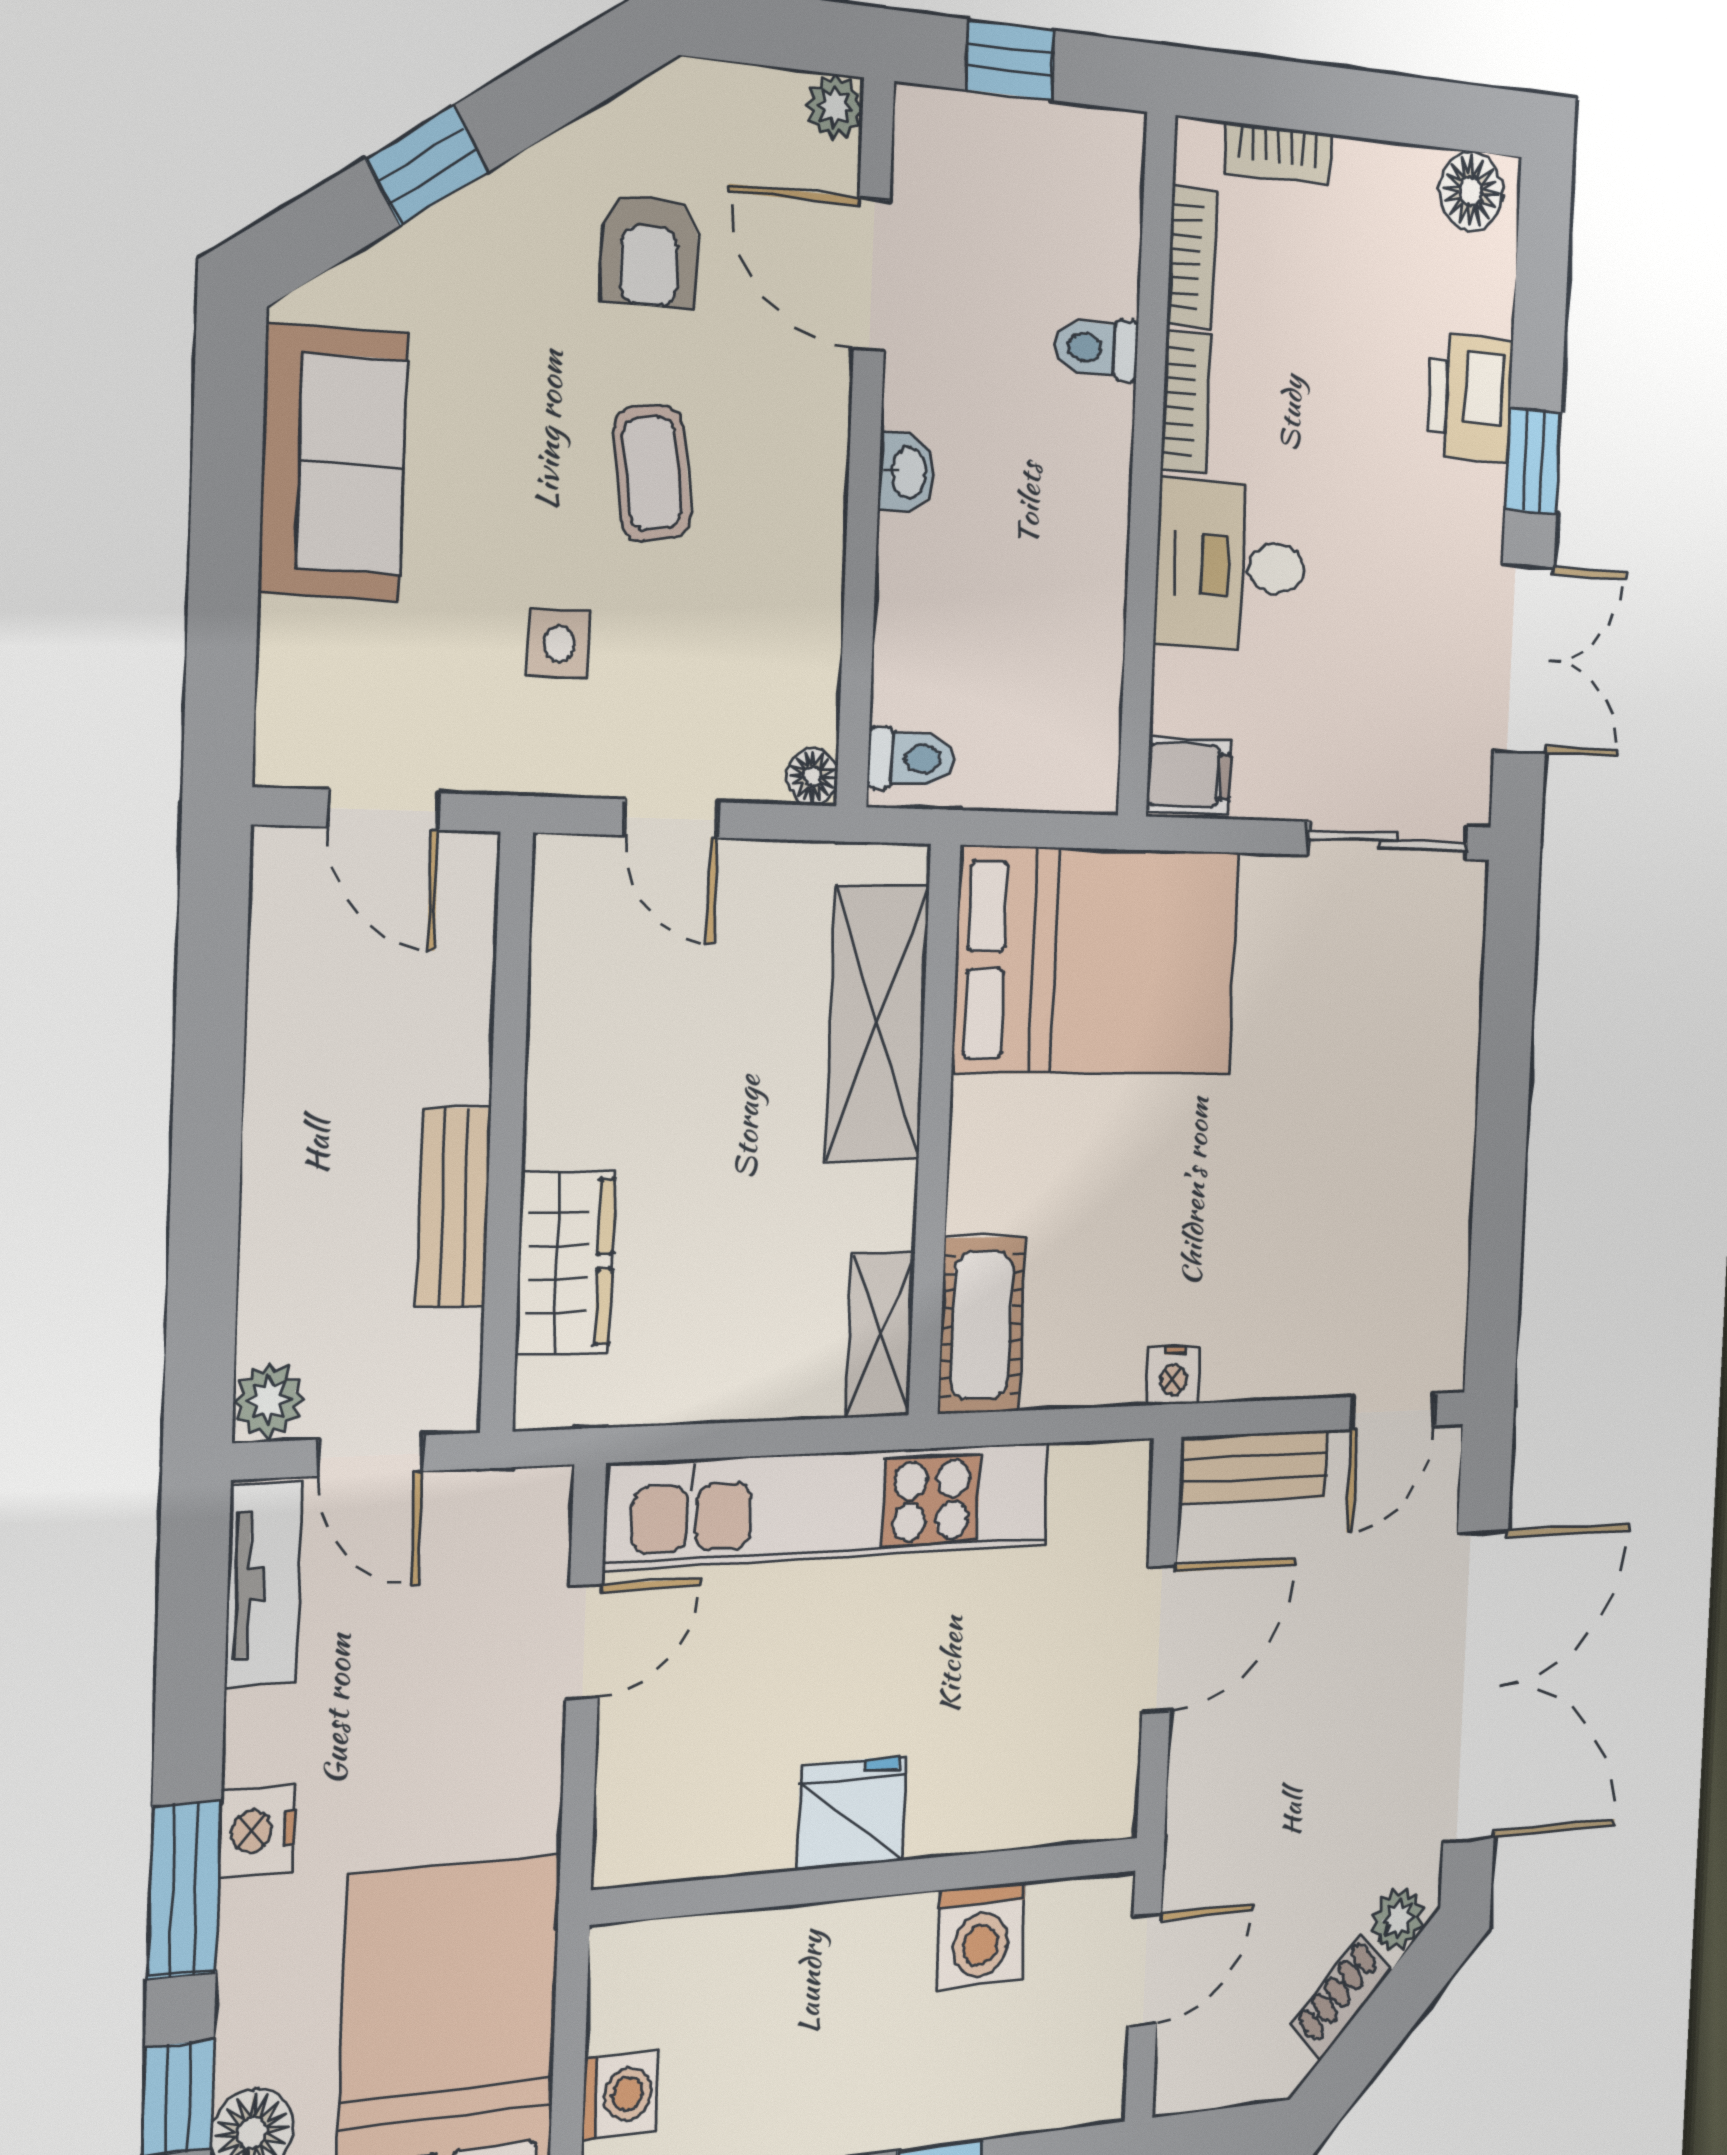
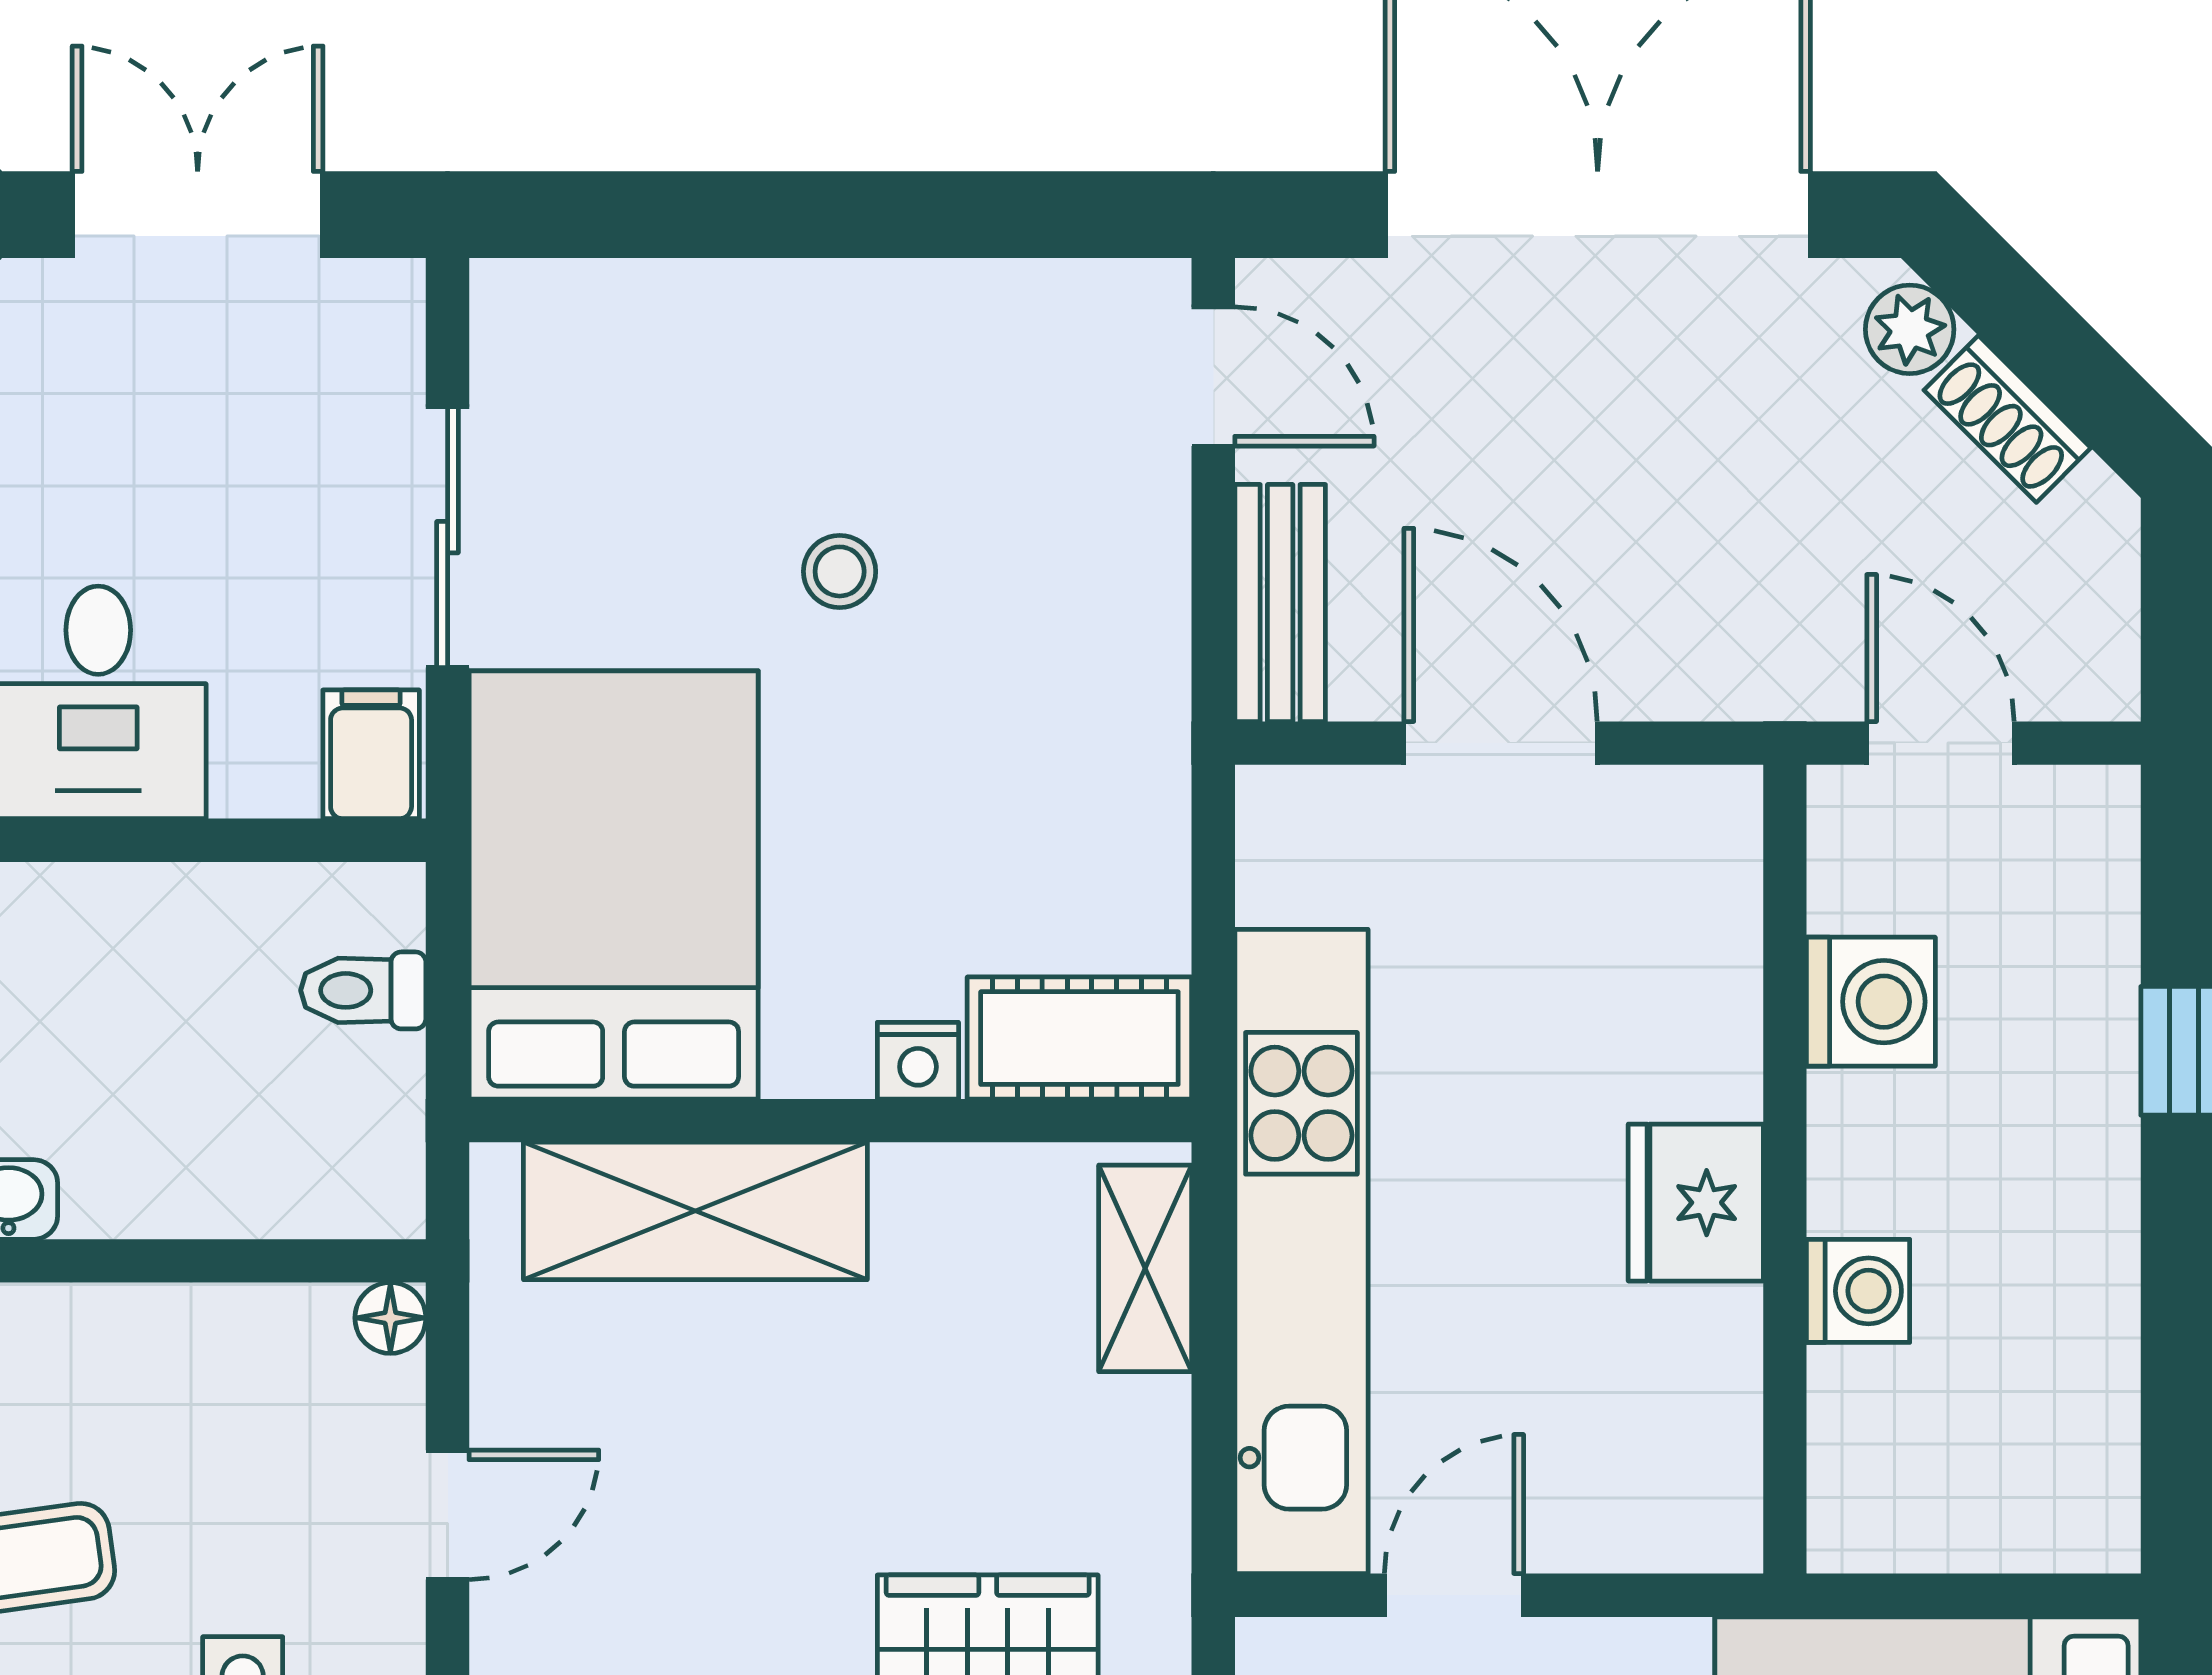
toilet: (911, 759) -> (363, 990), moved, turned -90
sliding door: (1388, 841) -> (448, 537), moved
stool: (1288, 1135) -> (840, 571), added
shelving: (880, 1335) -> (1145, 1268), moved, turned 90
nightstand: (1174, 1375) -> (918, 1061), moved, turned 90
door: (584, 1642) -> (1454, 1595), hinge flipped
washing machine: (620, 2095) -> (1858, 1291), moved, turned 90

